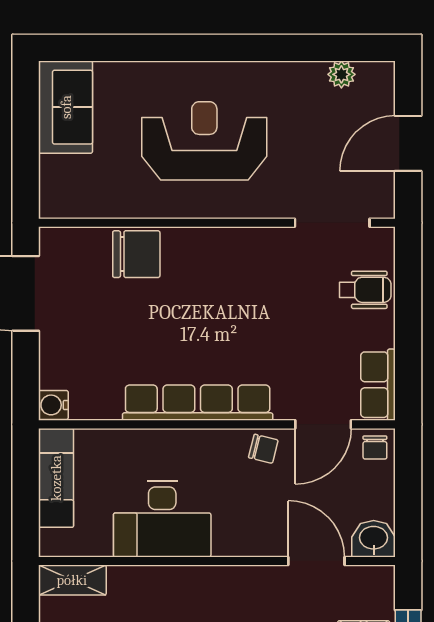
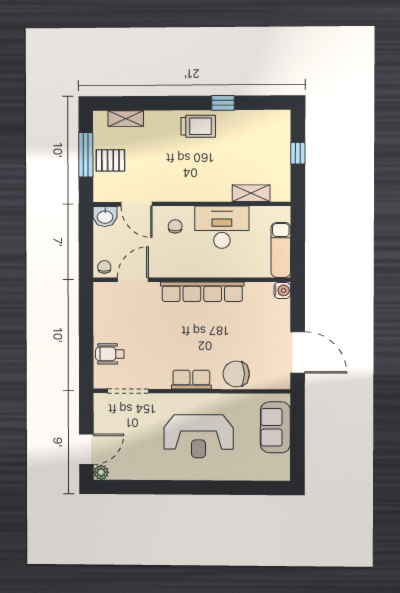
plant: (341, 74) -> (101, 472), moved
sofa: (66, 107) -> (275, 427), moved
door: (408, 143) -> (86, 449), moved
row of seats: (378, 385) -> (191, 380), moved, turned -90
chair: (263, 449) -> (175, 226), moved, turned 76
shelving: (72, 580) -> (251, 193), moved

